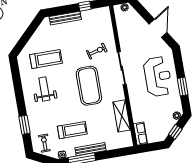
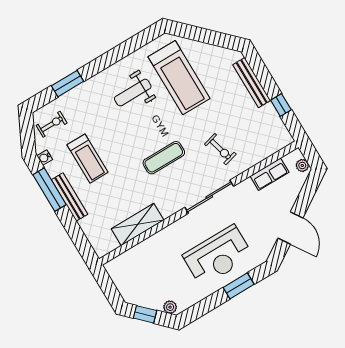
door: (158, 28) -> (290, 228), hinge flipped
treadmill: (46, 59) -> (179, 78), width x1.37, depth x1.38
exercise mat: (89, 86) -> (164, 158), width x0.50, depth x0.69
window: (183, 87) -> (239, 286), moved
weight bench: (44, 89) -> (133, 93), turned 180
row of seats: (140, 134) -> (270, 174), moved

